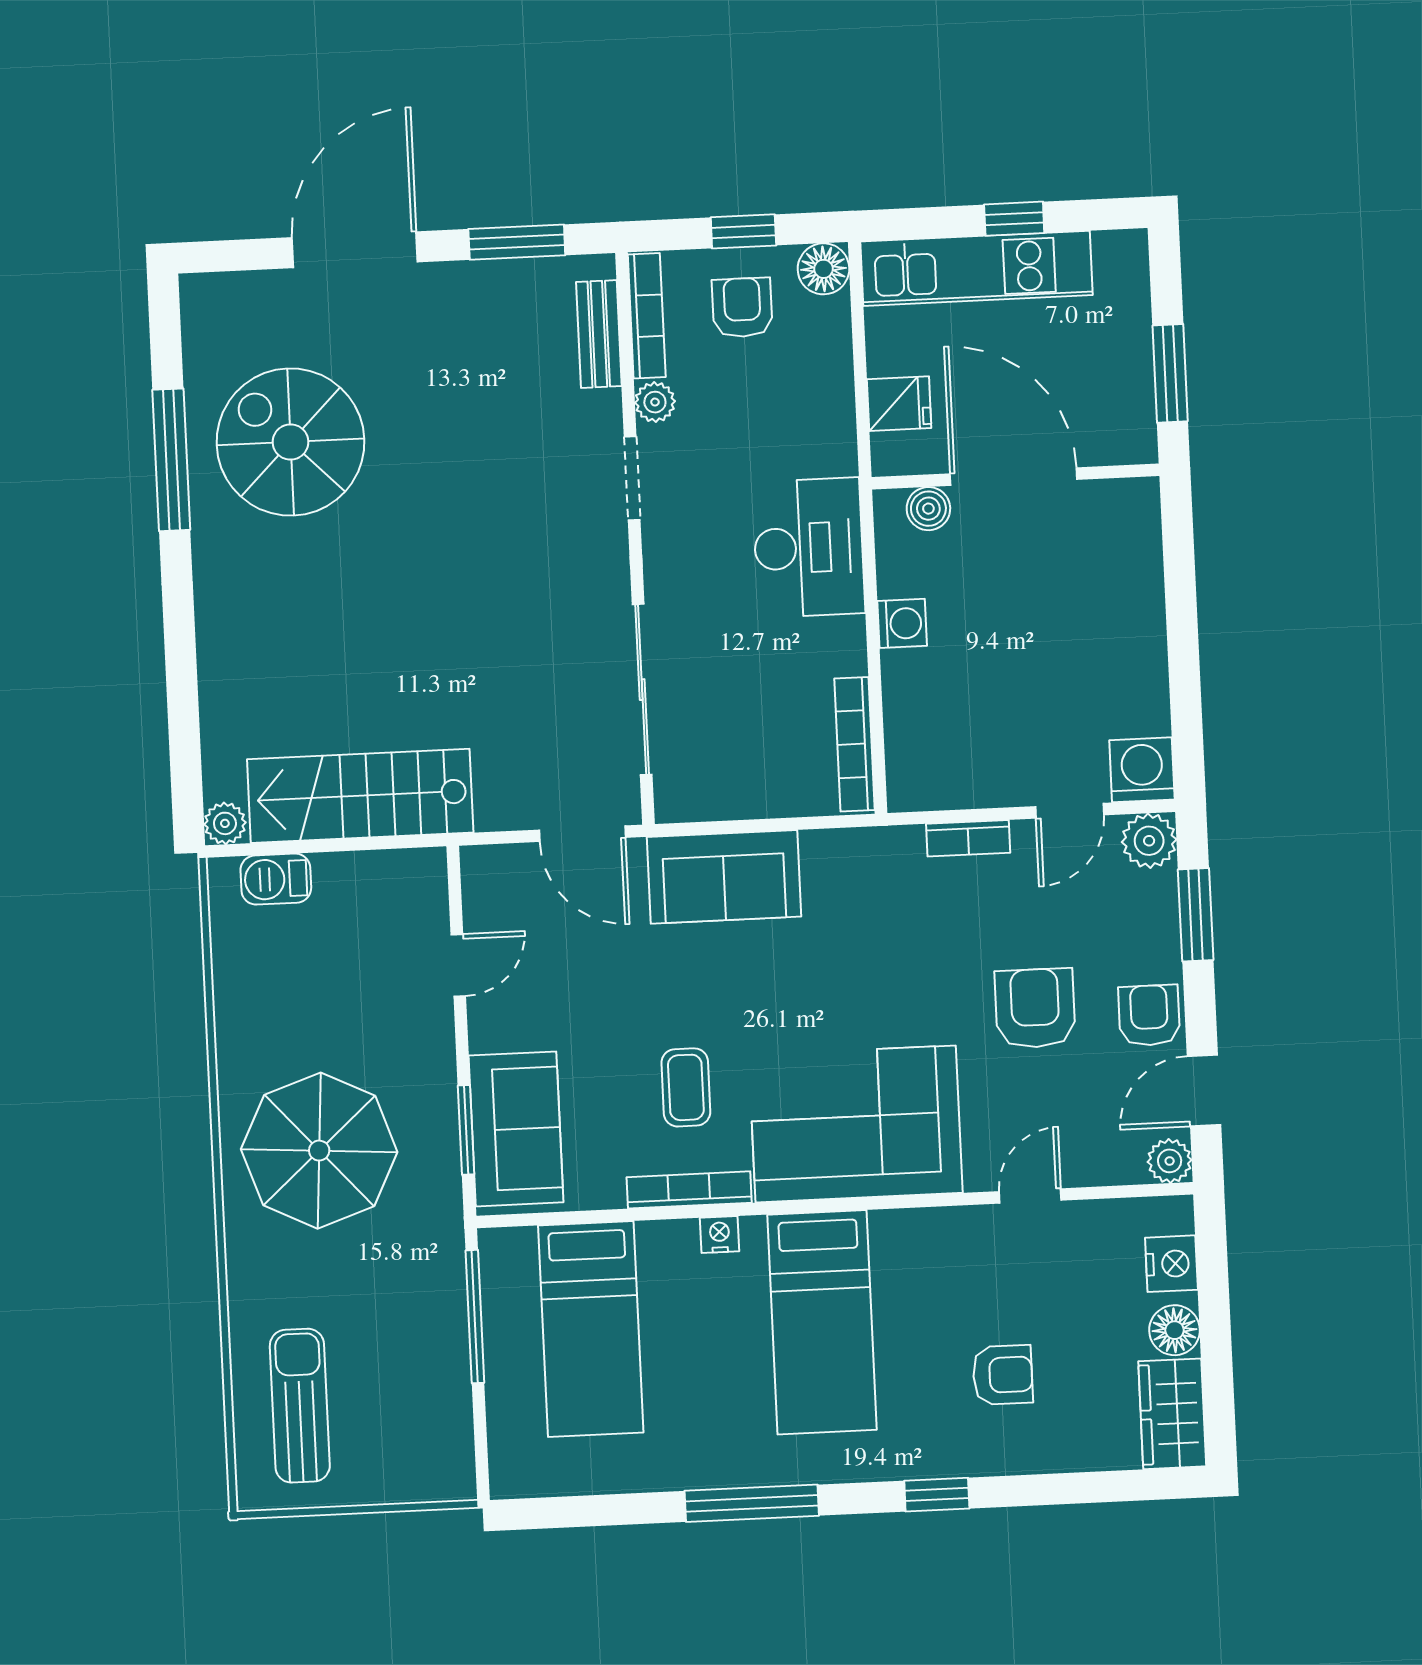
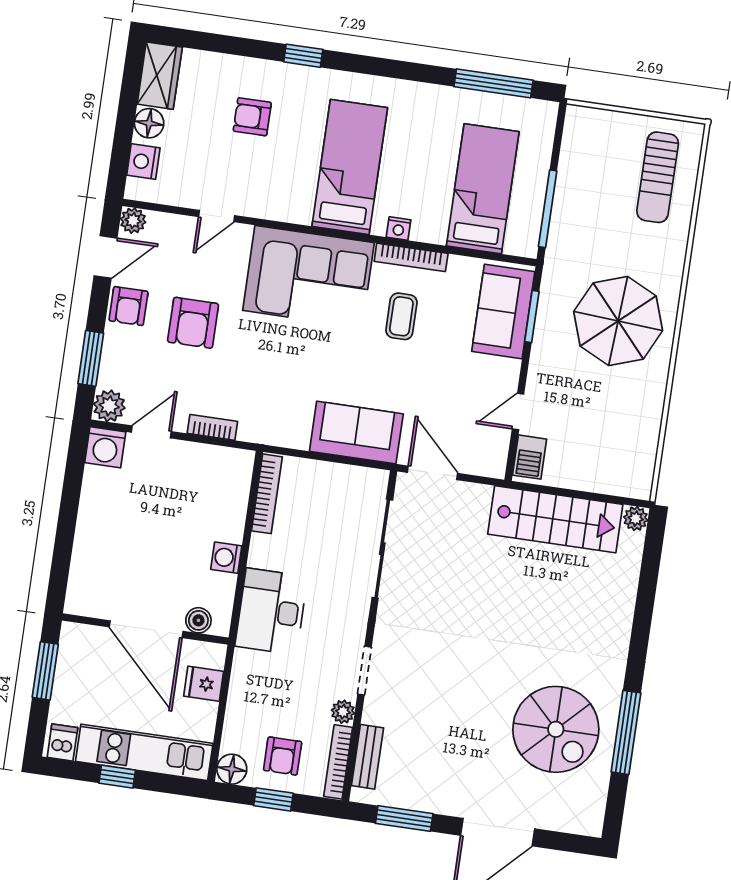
dishwasher: (1118, 258) -> (62, 742), added
barbecue: (276, 879) -> (530, 457), moved, turned 90
window: (752, 1503) -> (493, 83), moved

